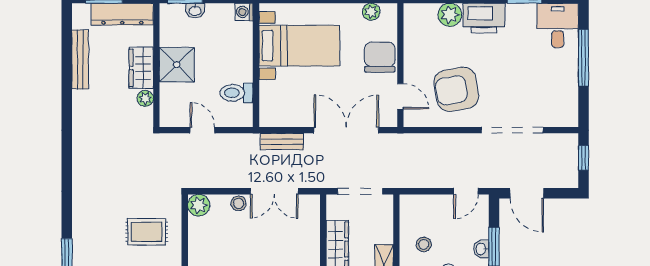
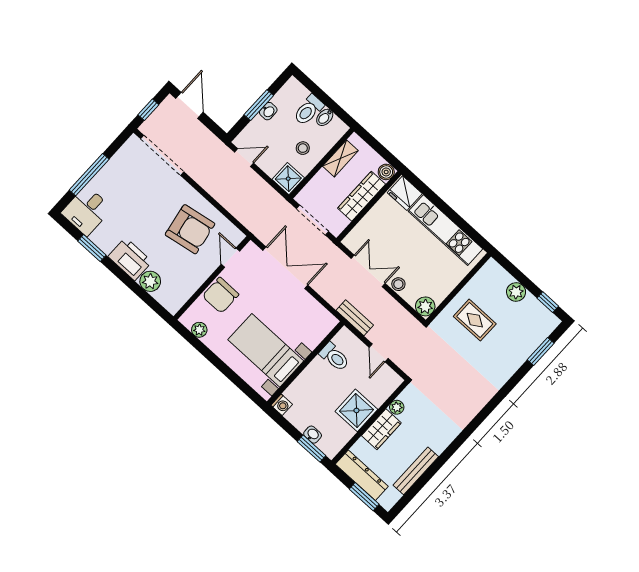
double door: (346, 130) -> (285, 268), swing flipped
doorway: (512, 130) -> (162, 155), moved
bench: (282, 141) -> (355, 318), moved
door: (527, 193) -> (189, 105), moved
shower: (413, 207) -> (288, 179), added

